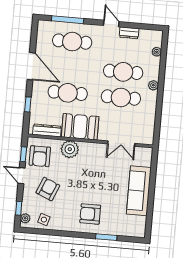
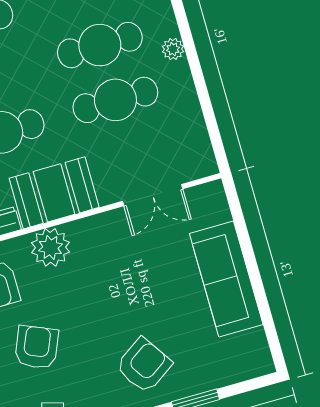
armchair: (90, 214) -> (144, 365), turned 146

